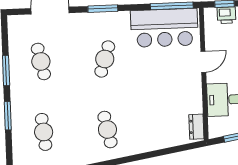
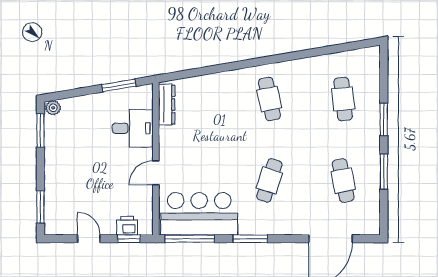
window: (103, 9) -> (250, 239), moved
dresser: (196, 127) -> (167, 105), width x1.44

